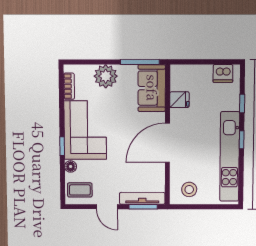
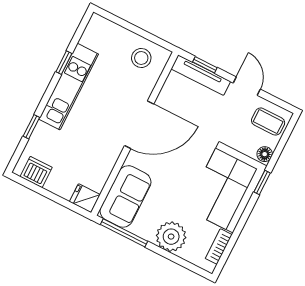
fridge: (179, 100) -> (85, 198), moved
window: (242, 140) -> (64, 63), moved
kitchen unit: (230, 157) -> (69, 87), width x0.73
window: (143, 207) -> (205, 65), width x0.67

